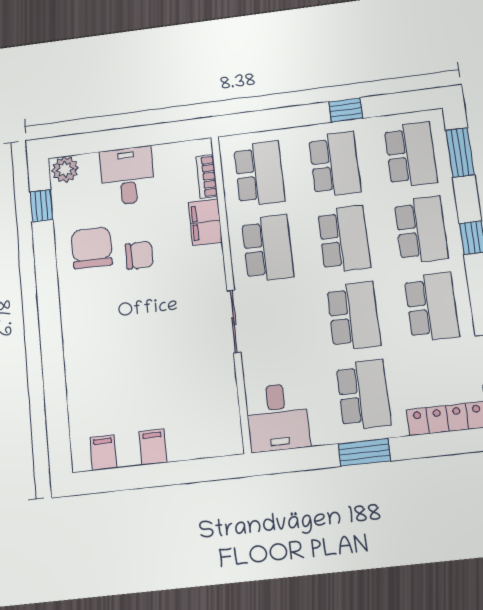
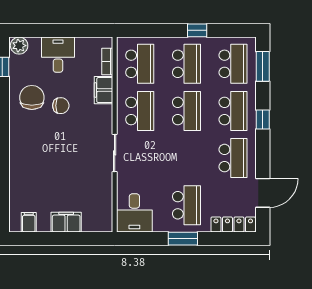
school desk: (354, 316) -> (186, 158), removed
filing cabinet: (153, 447) -> (66, 222), width x2.00

